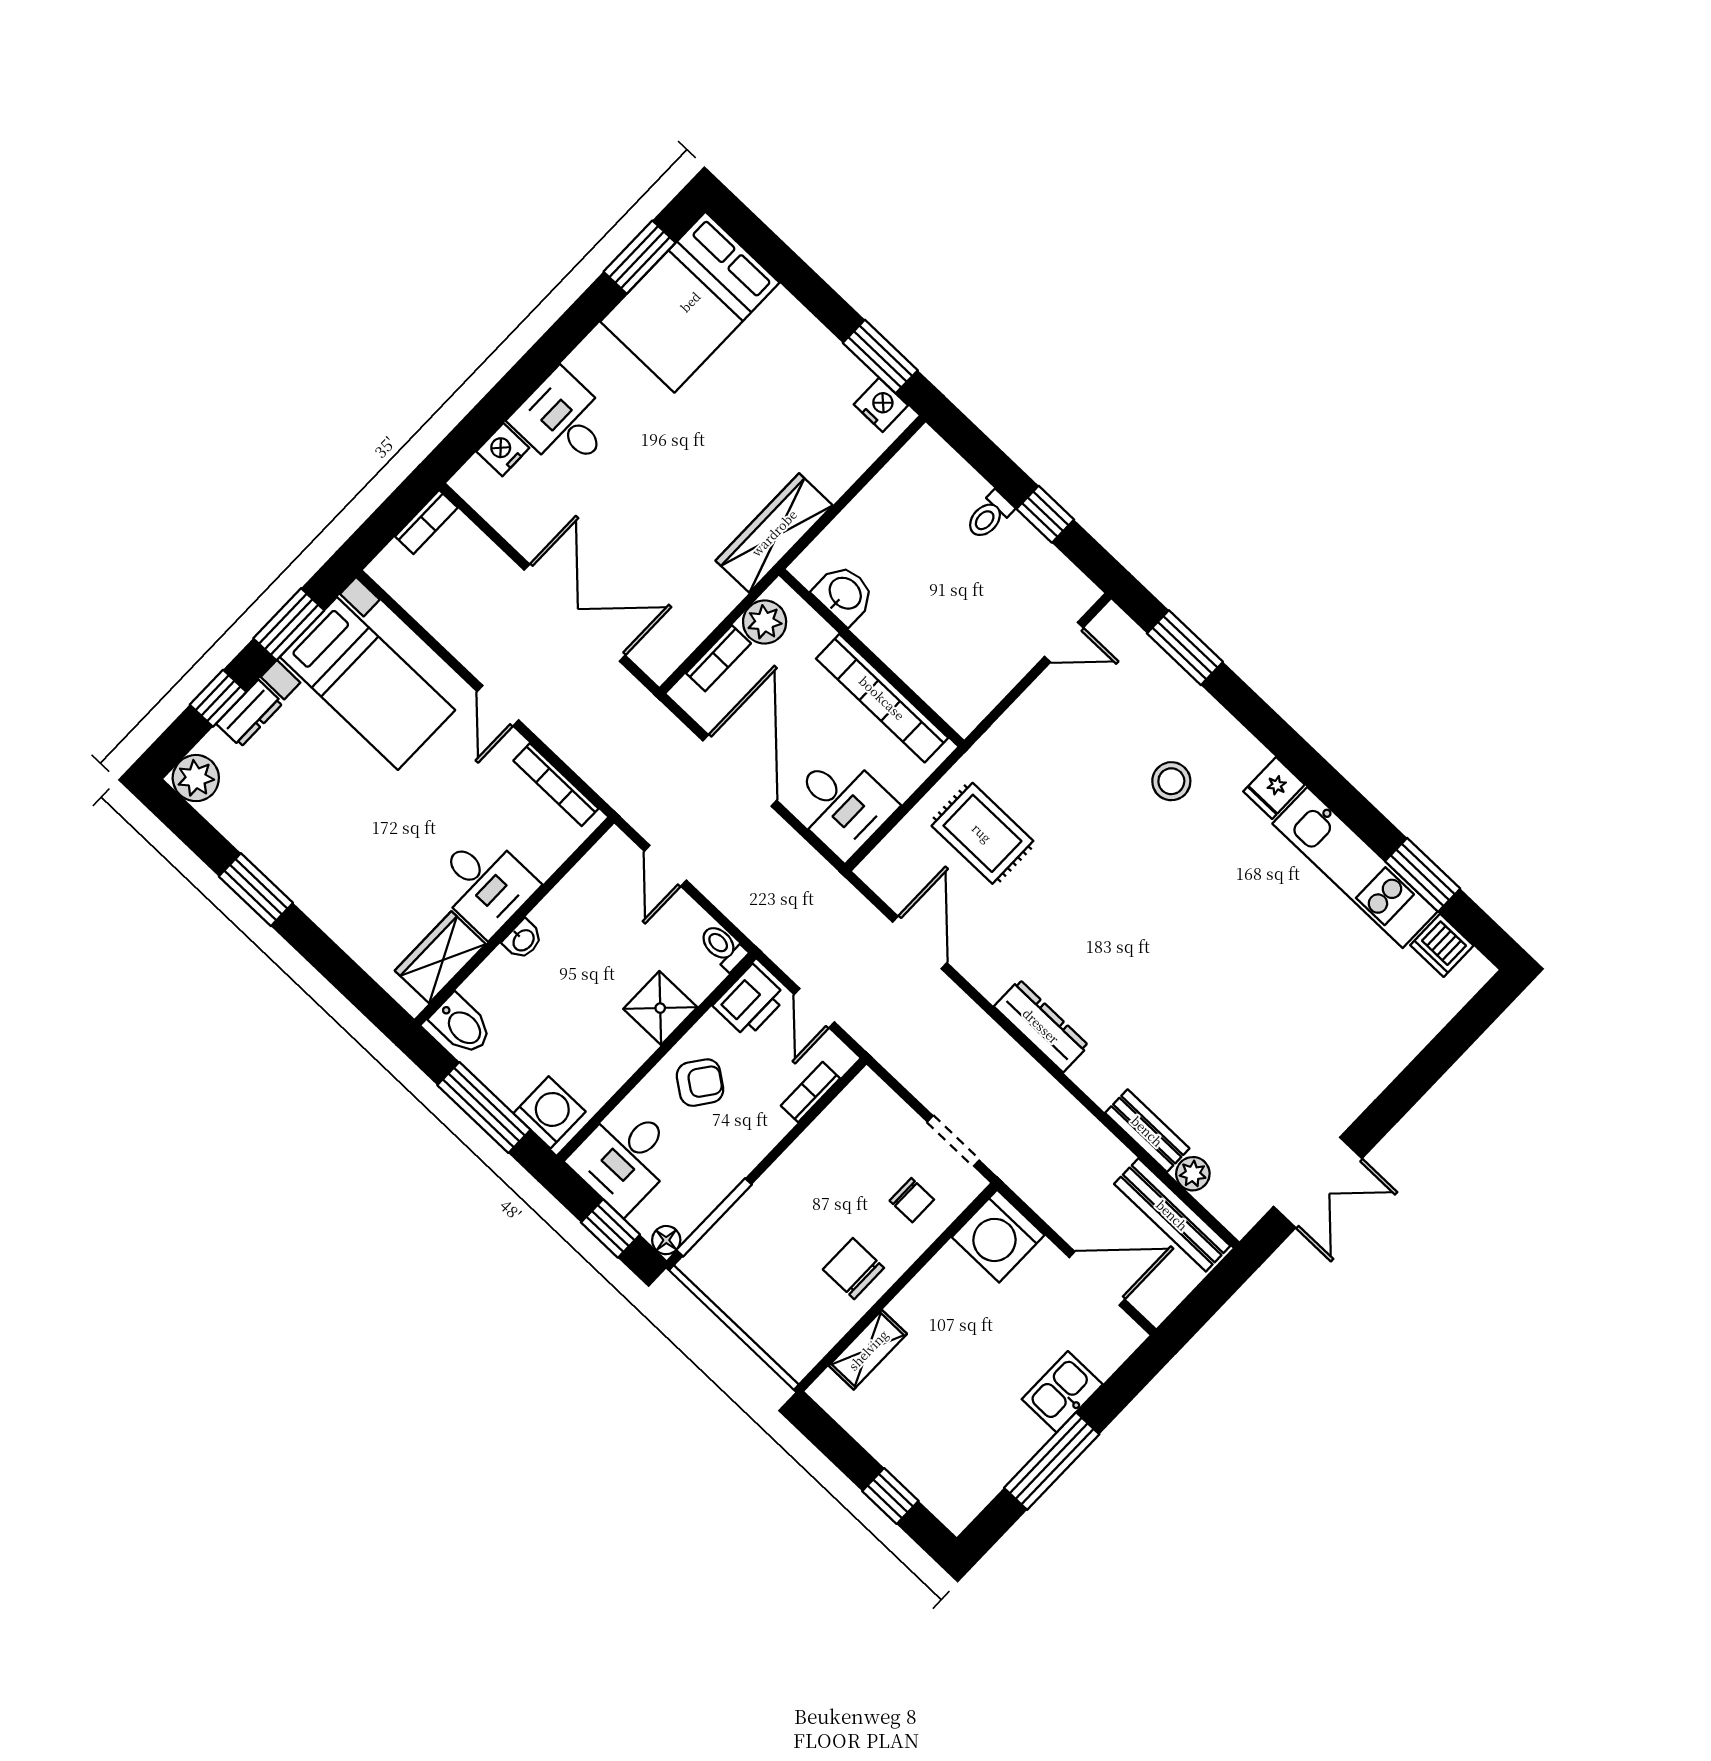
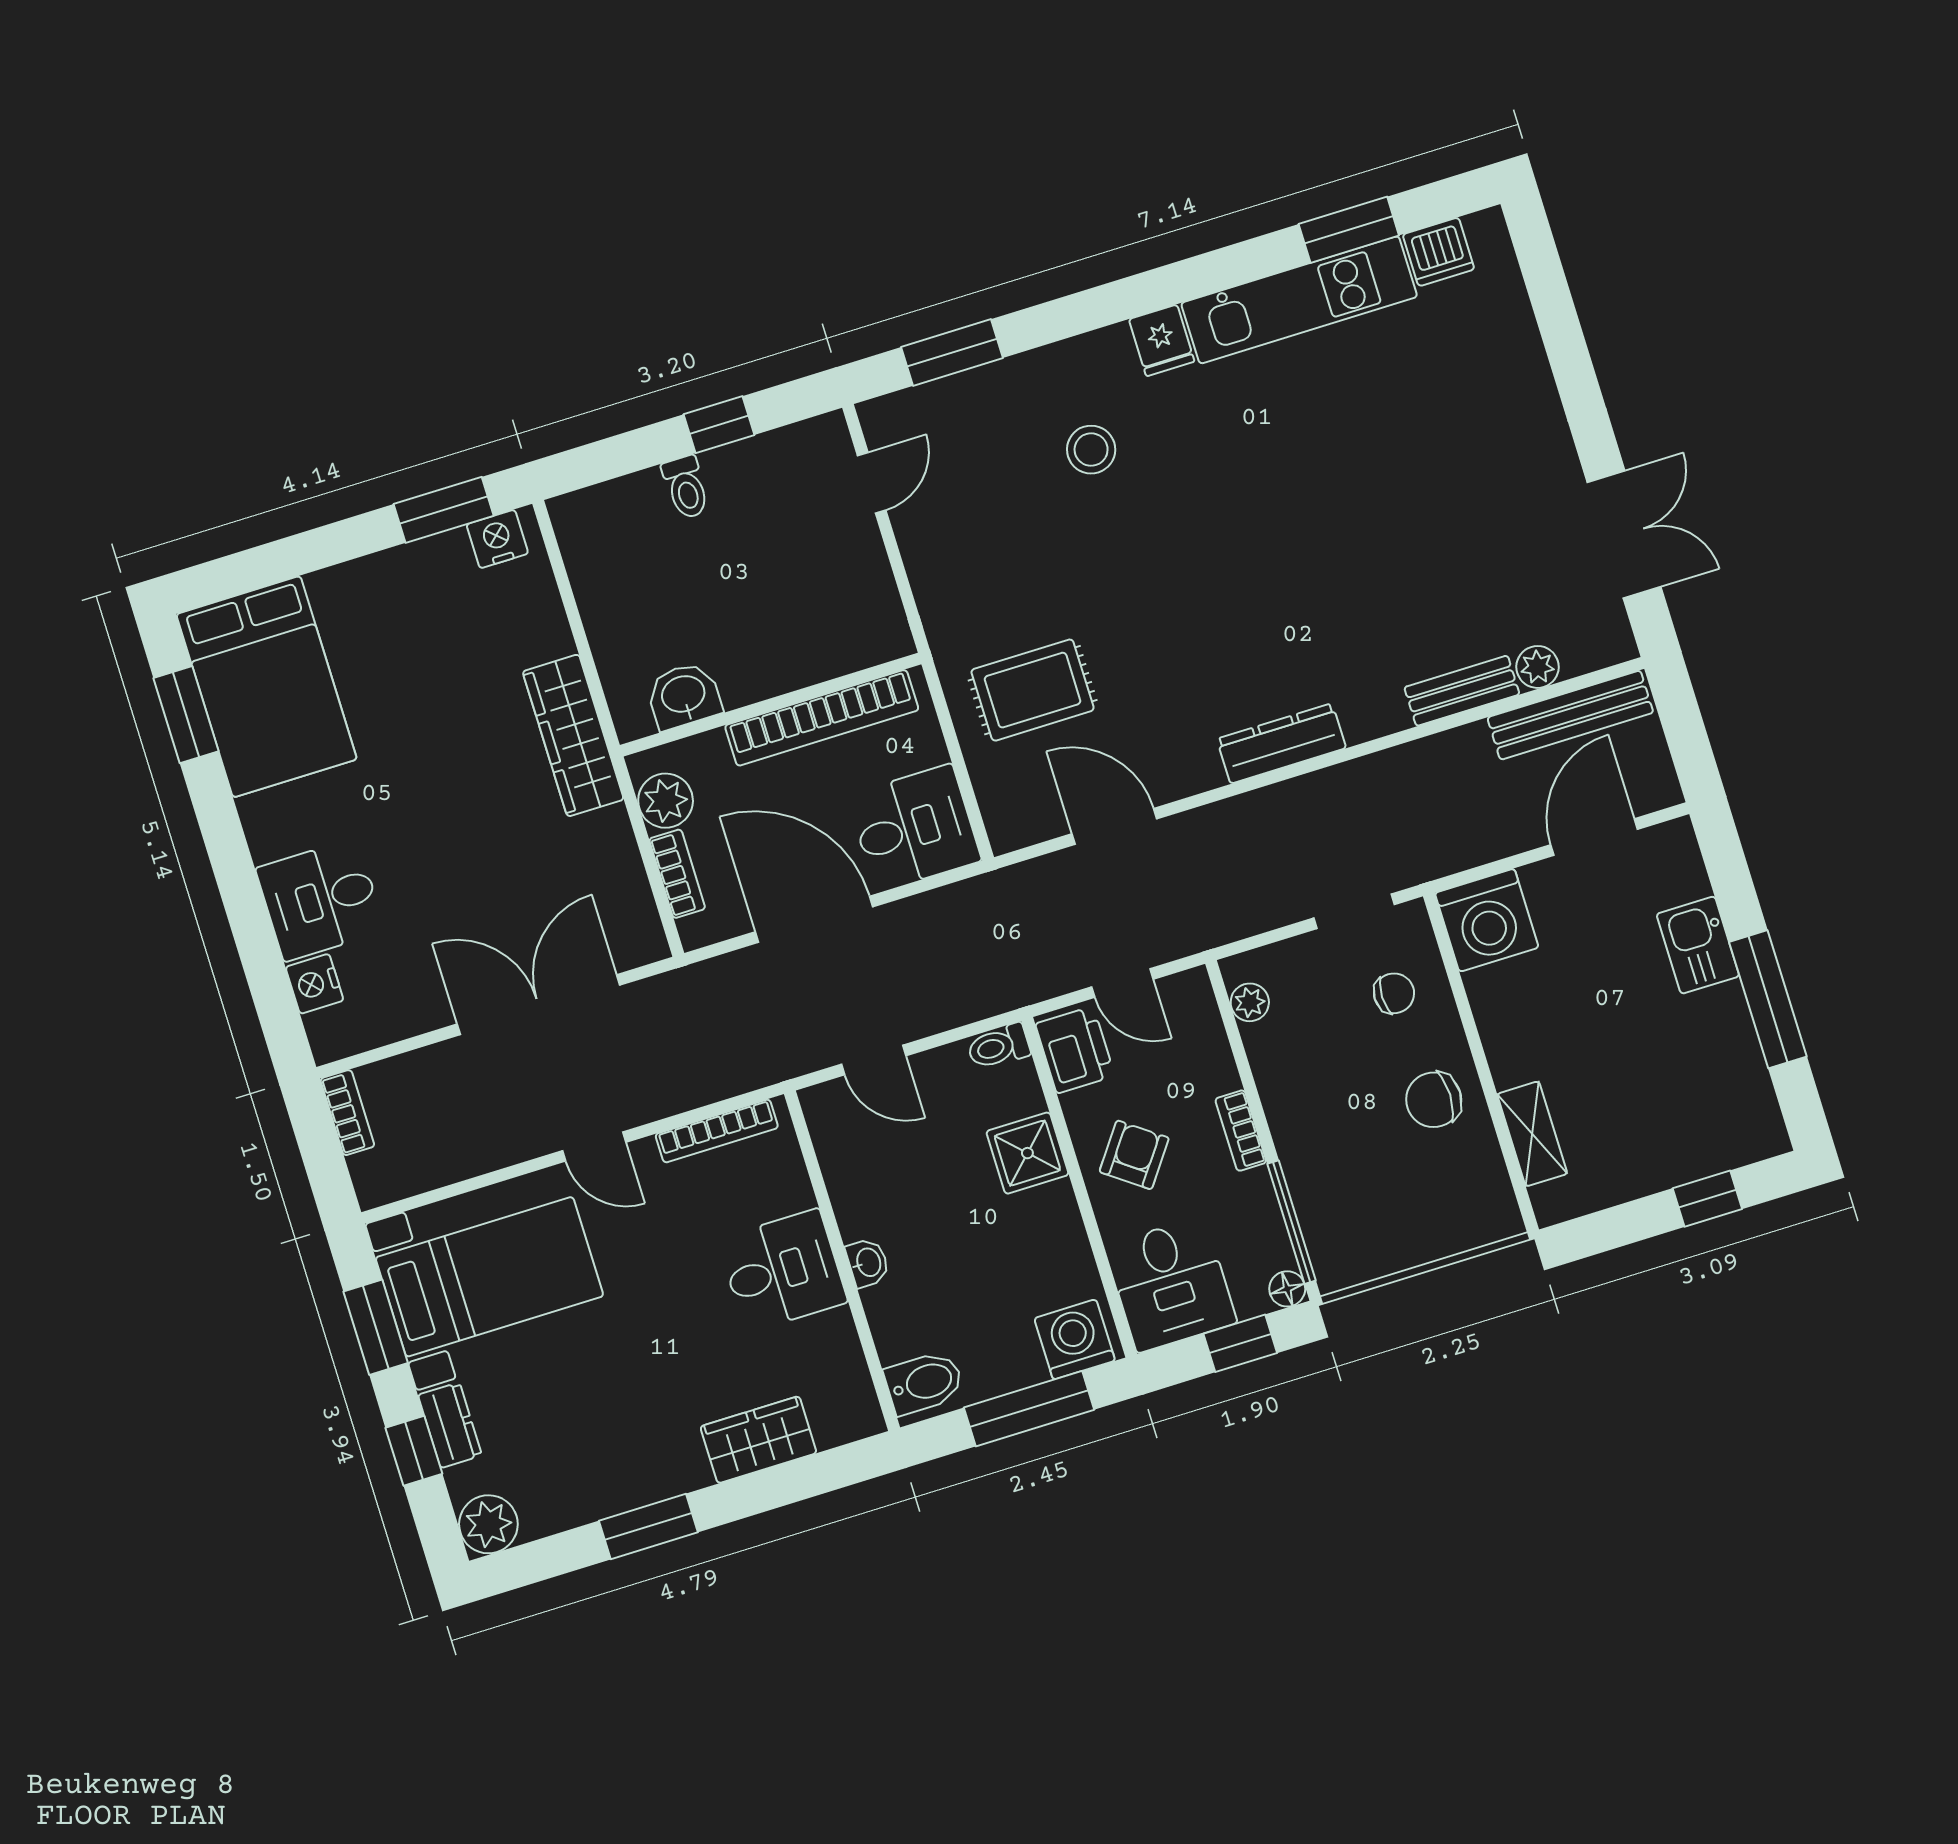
wardrobe: (440, 957) -> (758, 1440), moved, turned 90
bookcase: (810, 1092) -> (1241, 1131), moved
plant: (850, 1104) -> (1250, 1002), added

